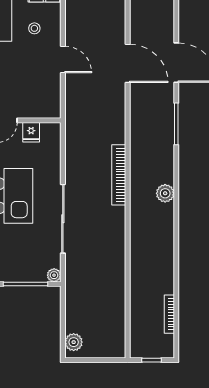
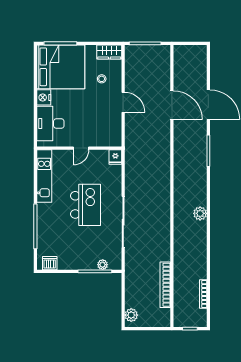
fridge: (31, 132) -> (115, 157), moved
bookcase: (119, 175) -> (165, 285), moved
plant: (165, 193) -> (200, 213), moved
plant: (54, 275) -> (103, 265), moved

